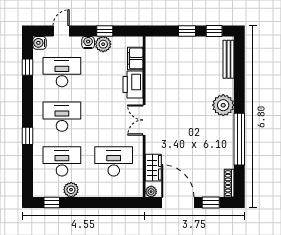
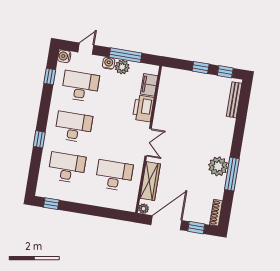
window: (105, 31) -> (125, 55), width x2.17
plant: (223, 105) -> (218, 166), moved
double door: (144, 120) -> (148, 142), swing flipped
window: (239, 139) -> (232, 174), width x0.68
wardrobe: (153, 168) -> (150, 181), width x1.50
plant: (71, 190) -> (71, 195), removed
door: (178, 202) -> (166, 223), hinge flipped

